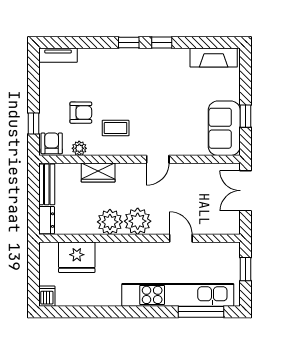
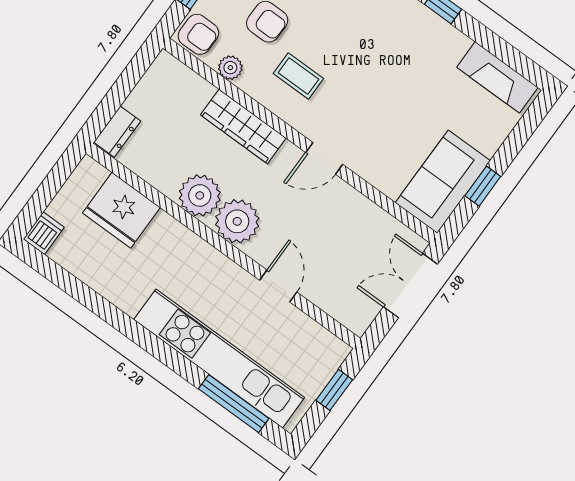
armchair: (52, 143) -> (198, 34), turned 90
wardrobe: (98, 173) -> (243, 126), width x1.50
bench: (47, 184) -> (152, 84), removed

